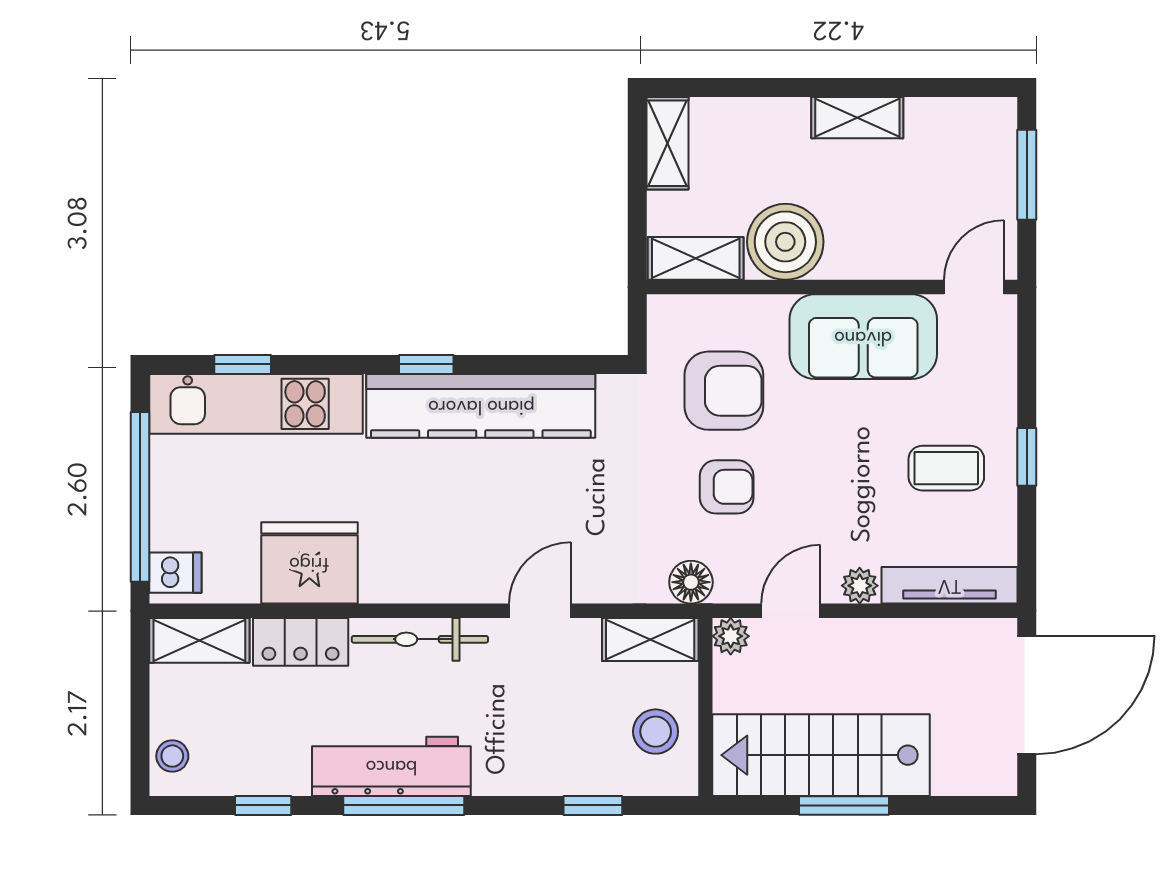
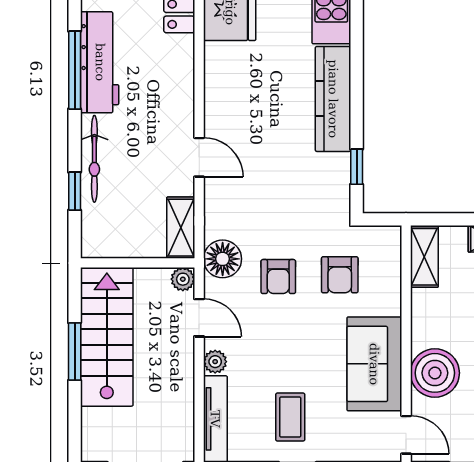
boiler: (785, 242) -> (435, 373), moved
window: (426, 364) -> (357, 167), moved
armchair: (724, 391) -> (340, 275), width x0.72, depth x0.72
kitchen counter: (481, 406) -> (333, 99), width x0.72, depth x0.86
floor lamp: (691, 582) -> (223, 259), width x1.38, depth x1.38
bicycle: (420, 639) -> (94, 159), moved, turned 180
stool: (656, 732) -> (122, 231), removed

